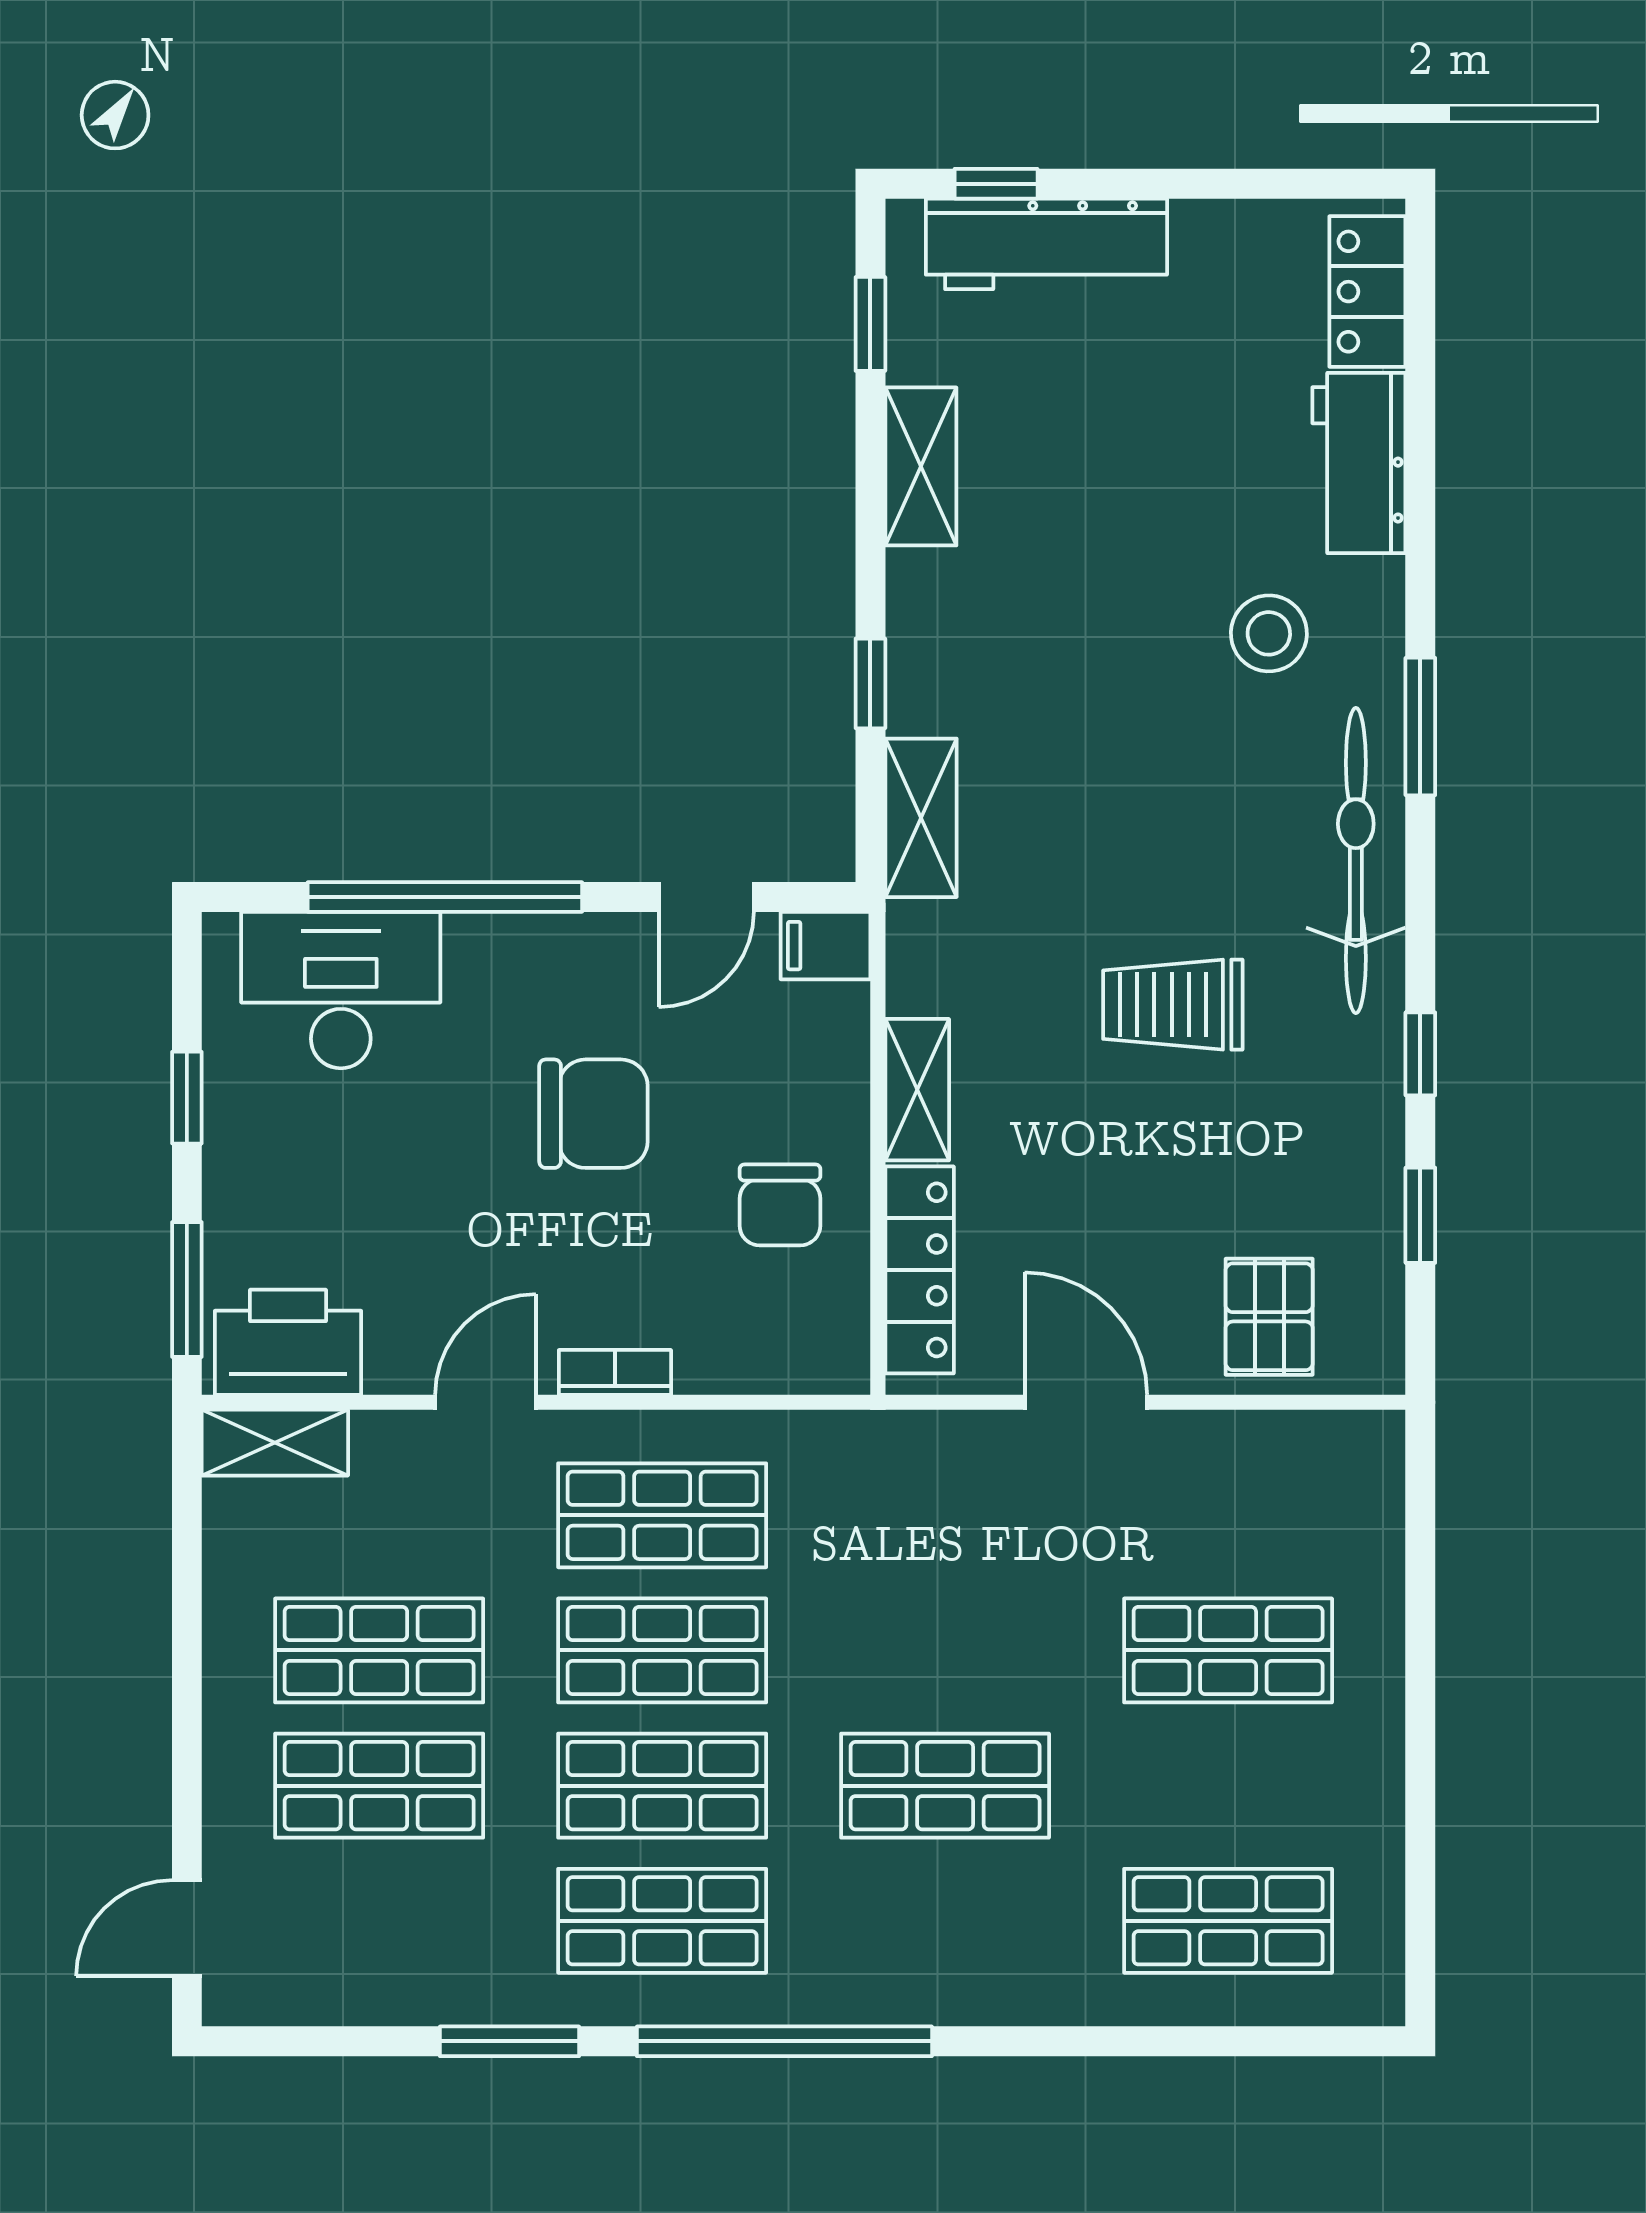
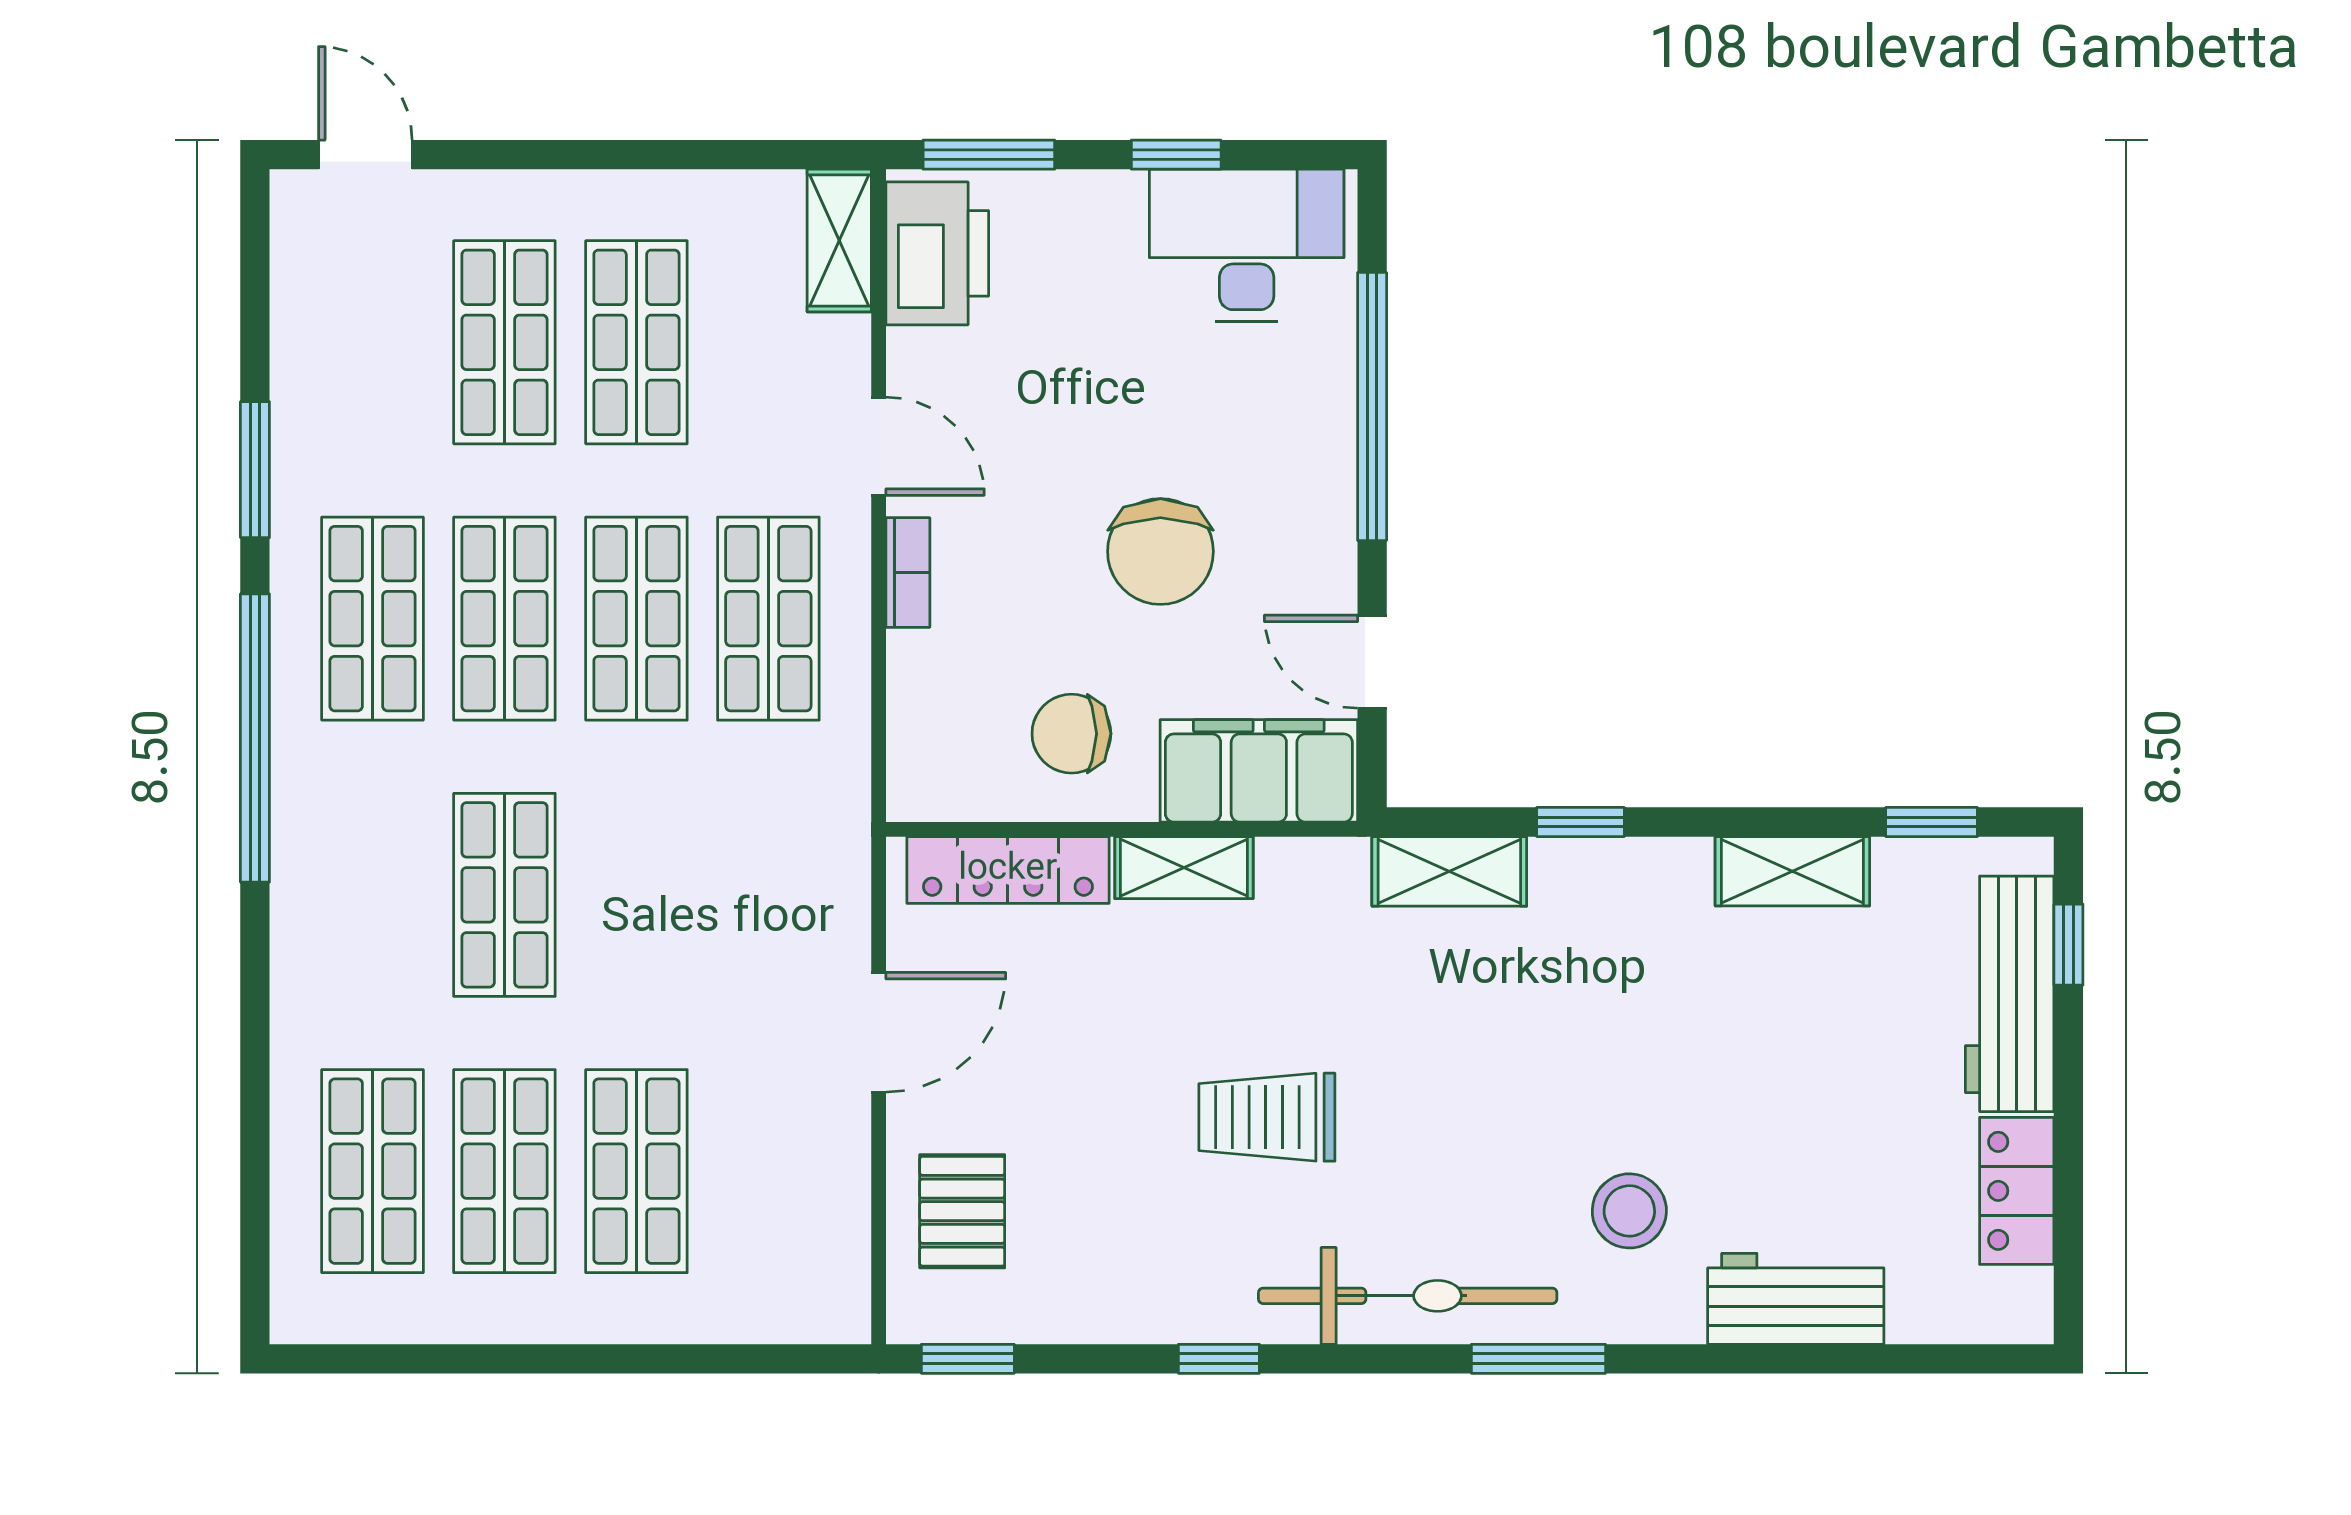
locker: (1367, 292) -> (2017, 1191), moved, turned -90
filing cabinet: (826, 946) -> (1259, 771), width x3.00, depth x1.17
desk: (341, 990) -> (1247, 246), moved, turned -90
trolley: (1173, 1005) -> (1267, 1117), turned -90
window: (1420, 1215) -> (968, 1359), moved
pallet: (1269, 1317) -> (962, 1211), turned 90
shop shelf: (1228, 1786) -> (504, 1171), added

